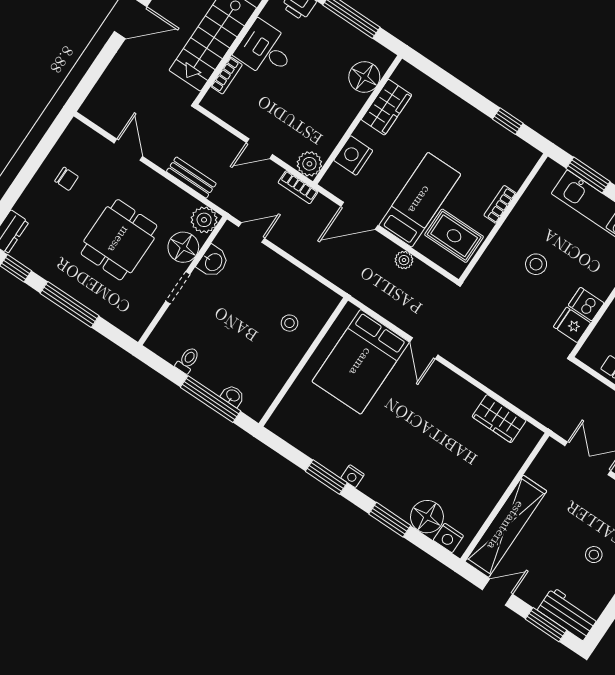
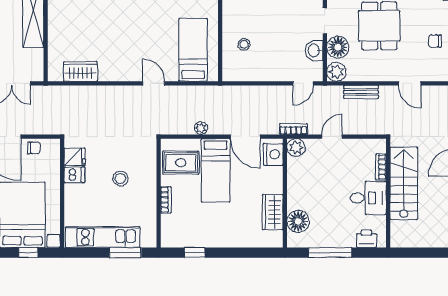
nightstand: (353, 155) -> (273, 154), moved
door: (359, 216) -> (245, 137), swing flipped
bed: (361, 362) -> (193, 50), width x0.67

